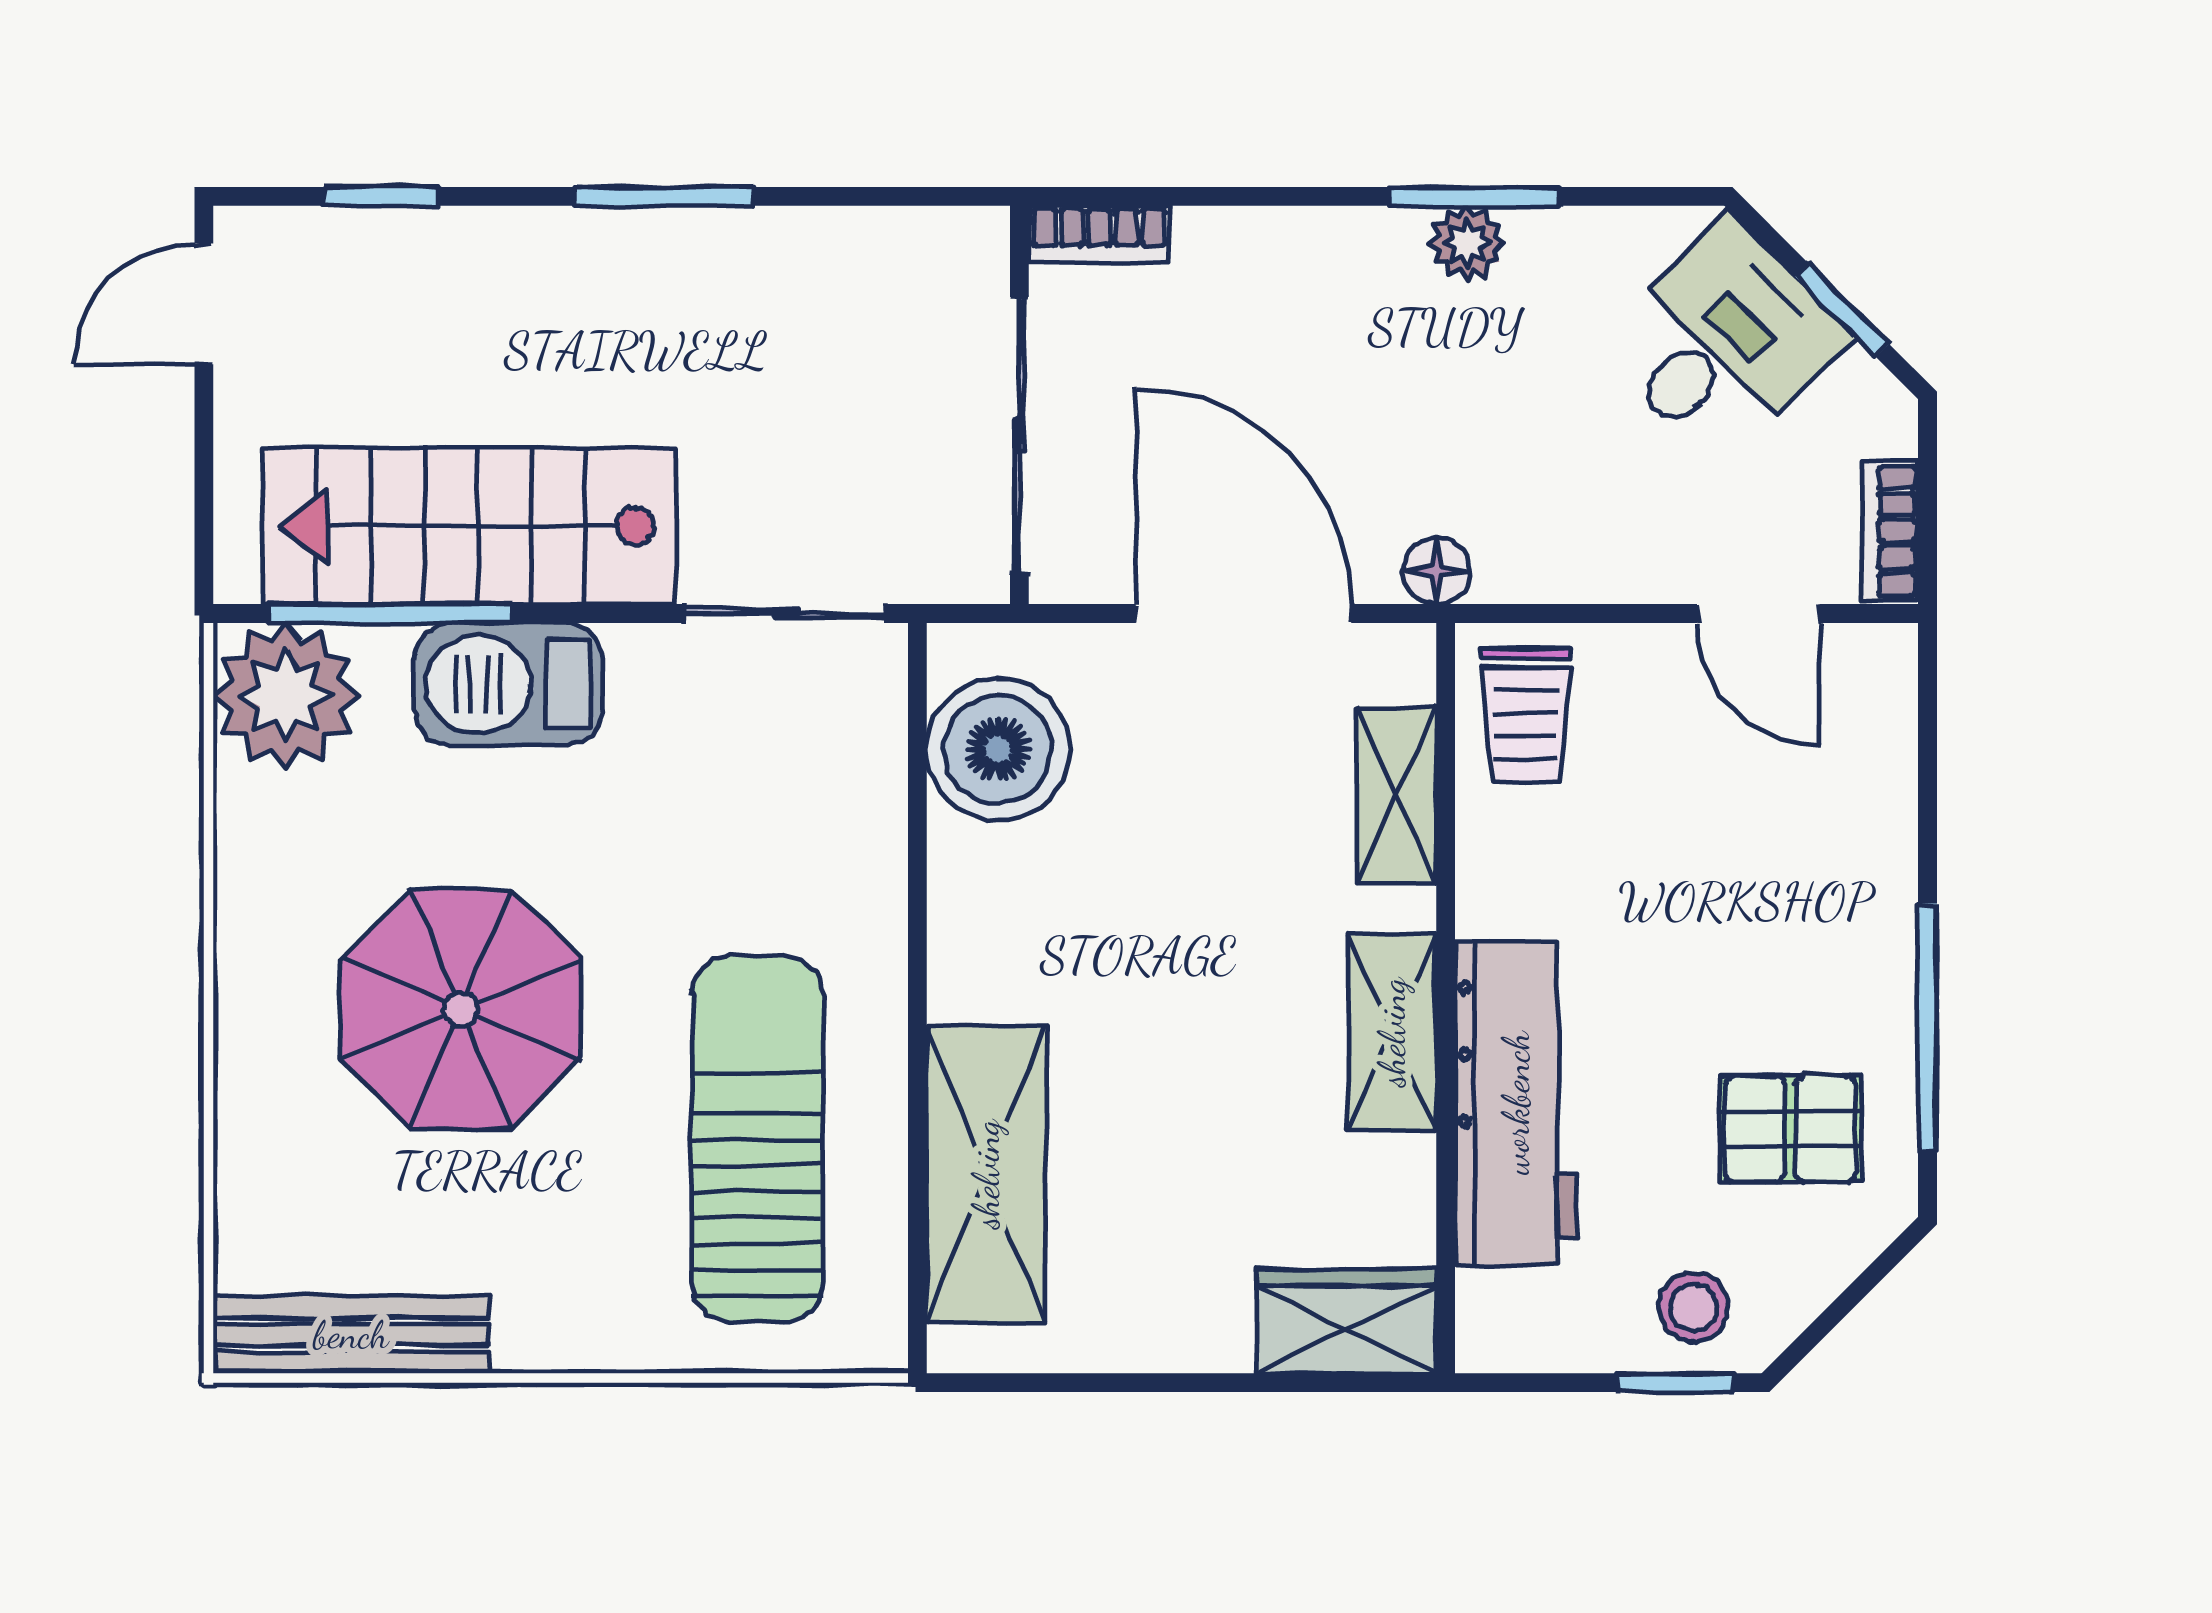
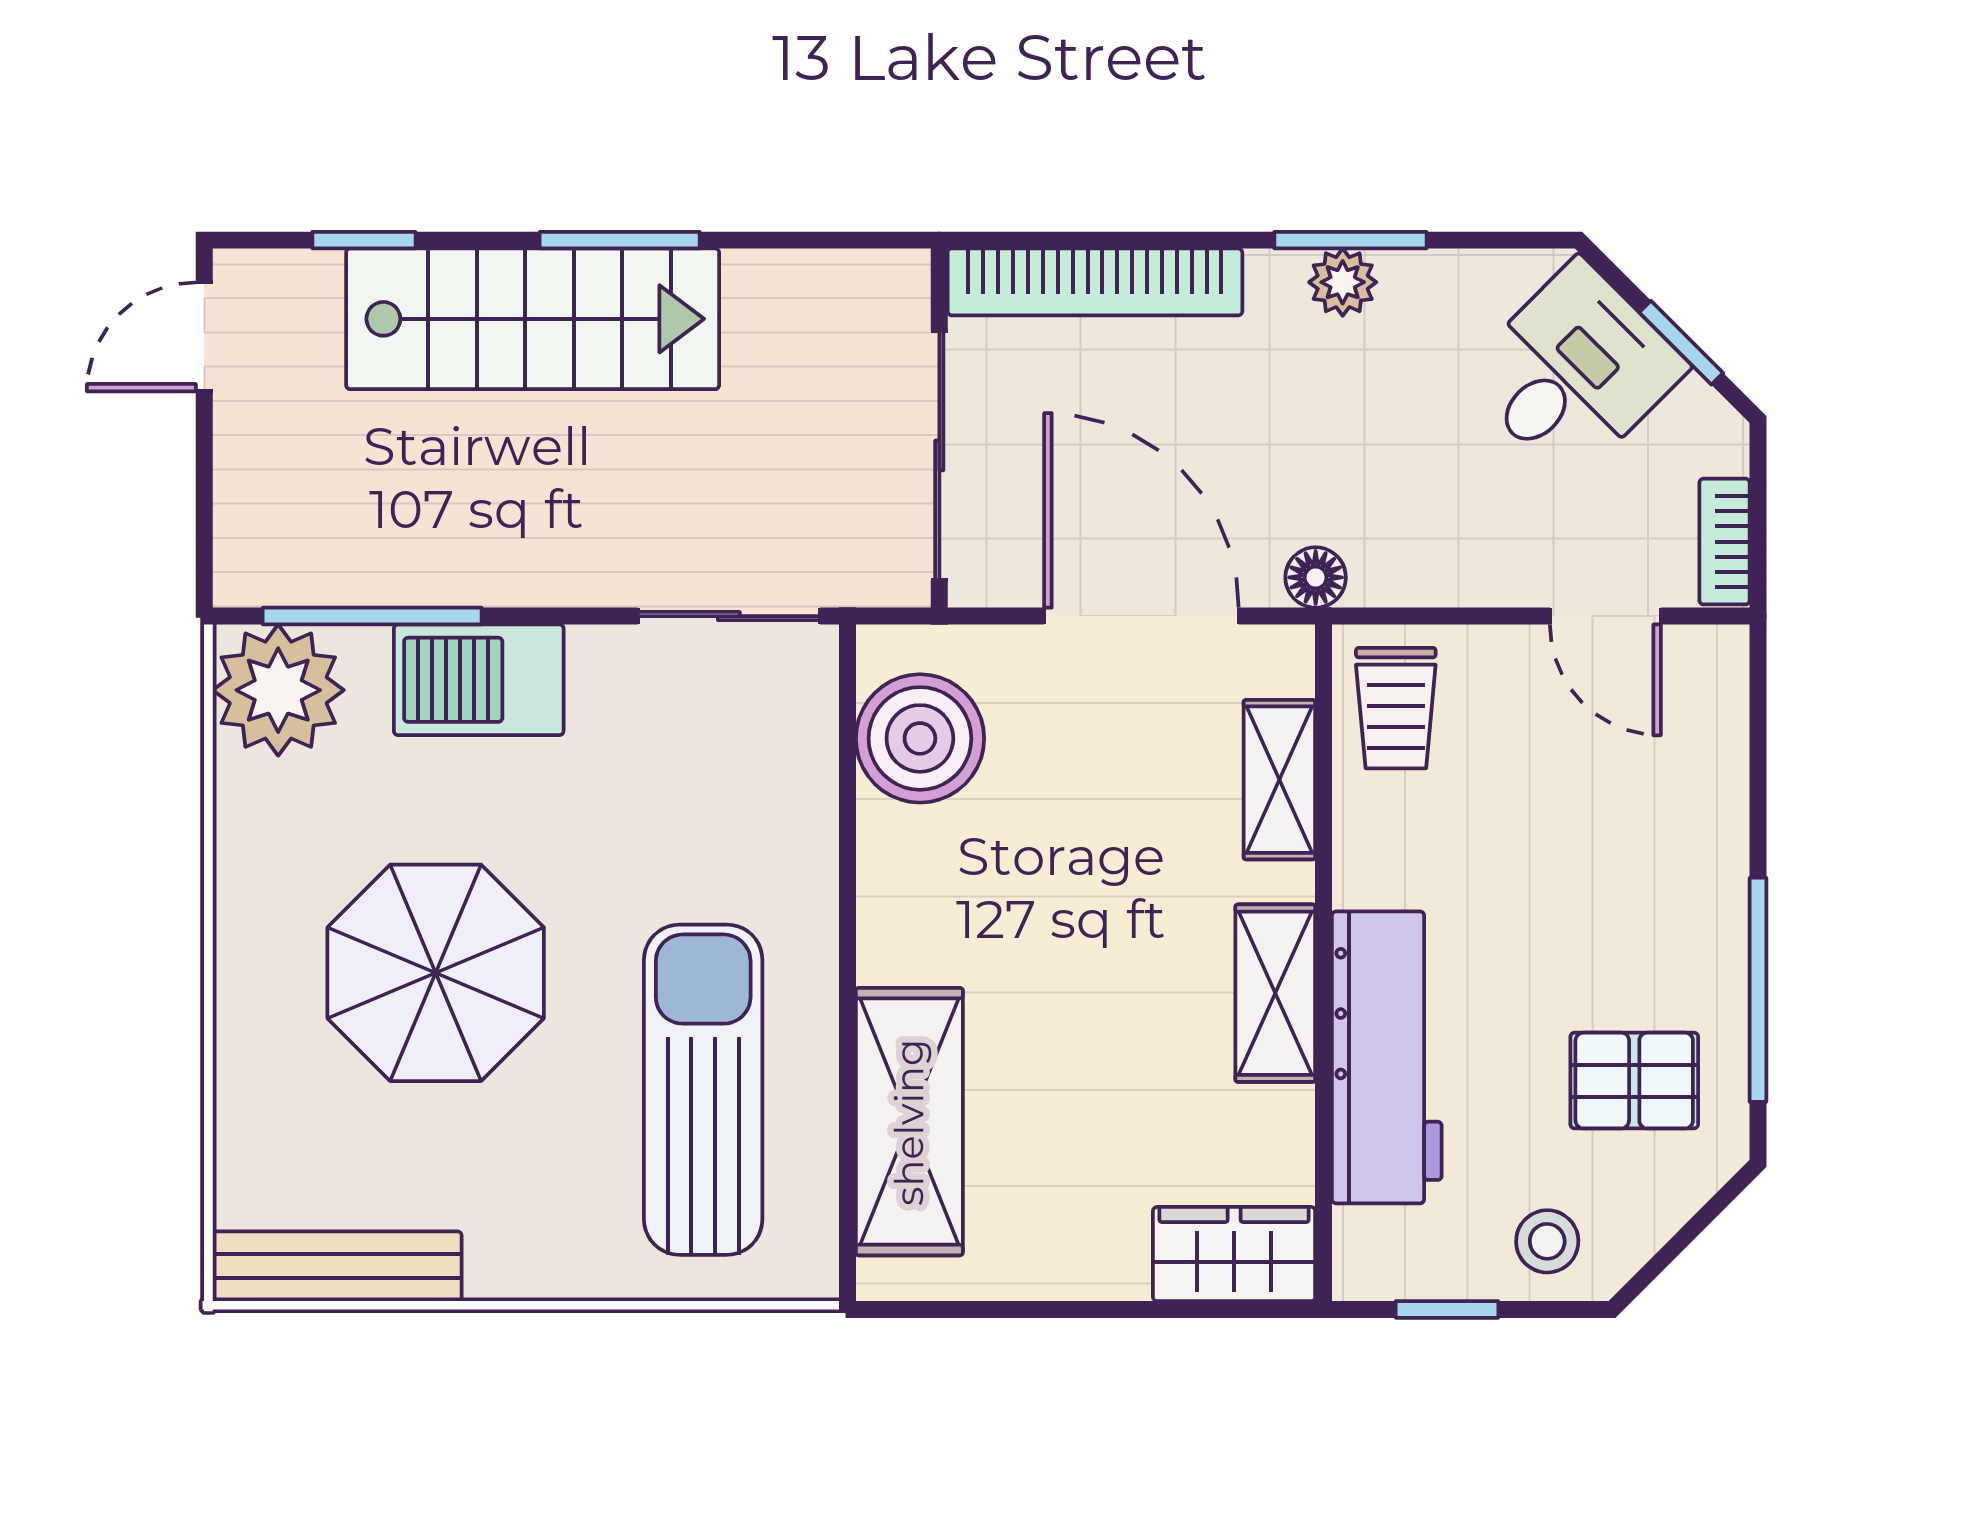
bookcase: (1099, 234) -> (1095, 282), width x2.31, depth x1.31
stairs: (469, 526) -> (533, 319), moved, turned 180
window: (1675, 1383) -> (1447, 1309), moved

